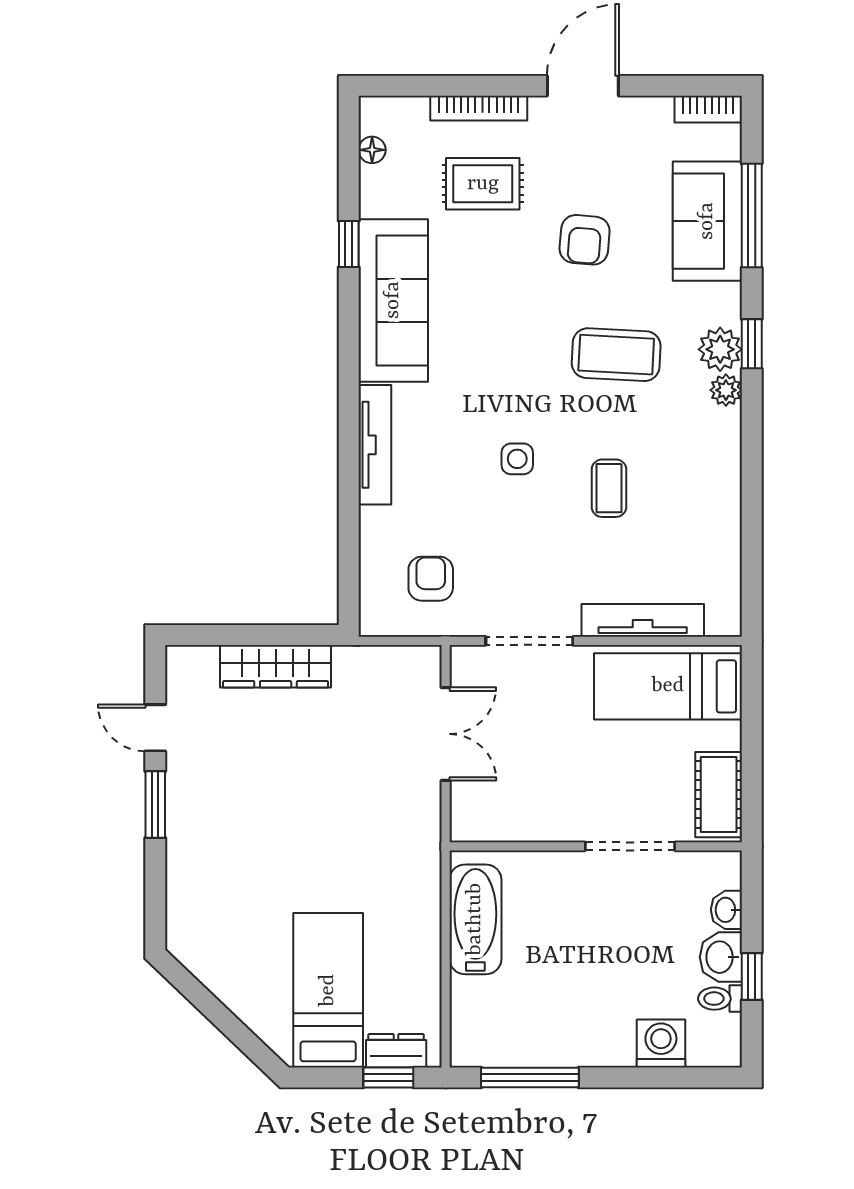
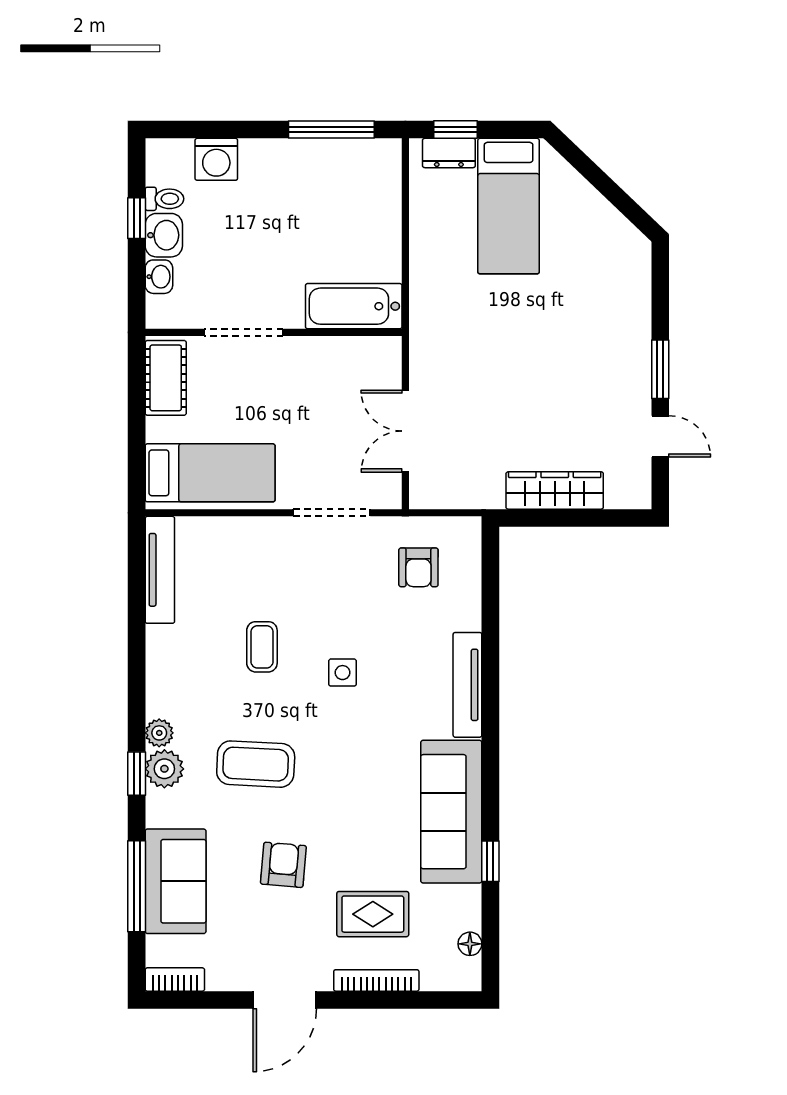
tv unit: (643, 620) -> (160, 570), moved, turned -90
bathtub: (475, 919) -> (354, 306), moved, turned 90

